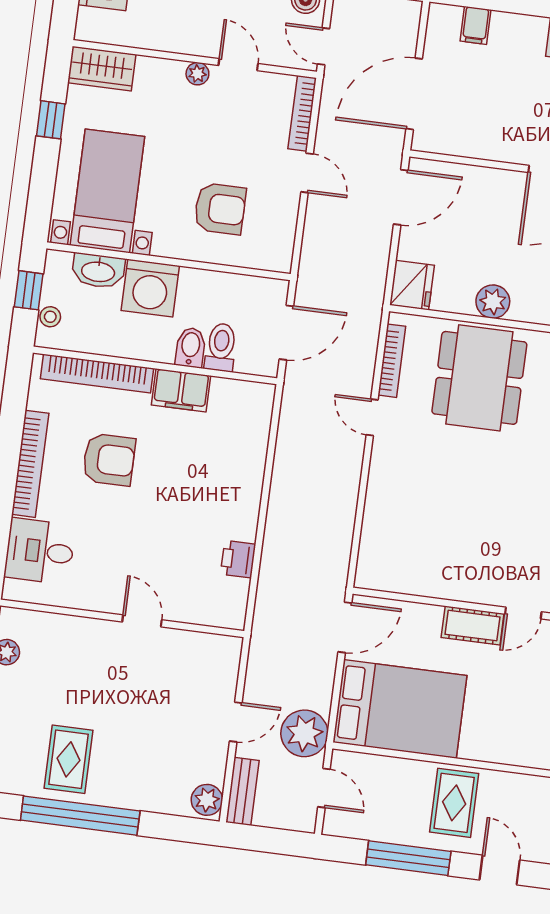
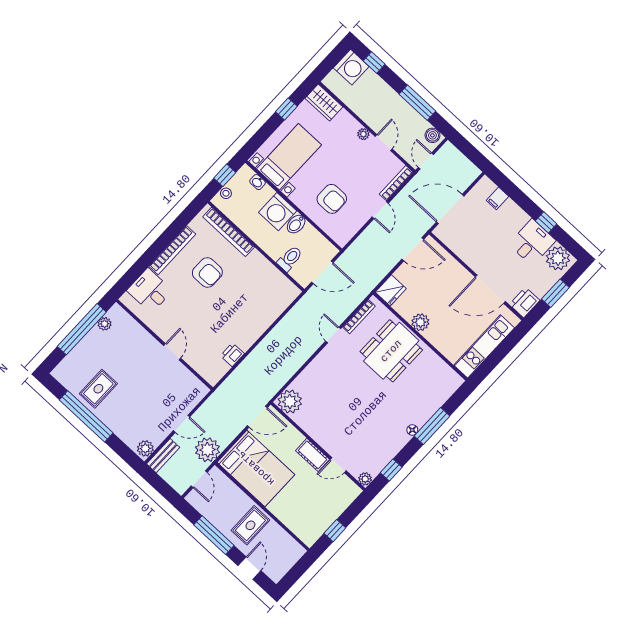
washbasin: (98, 271) -> (257, 182), width x0.52, depth x0.69
bidet: (190, 347) -> (296, 224), moved, turned 180
filing cabinet: (181, 390) -> (259, 265), removed
plant: (379, 568) -> (290, 402), added

